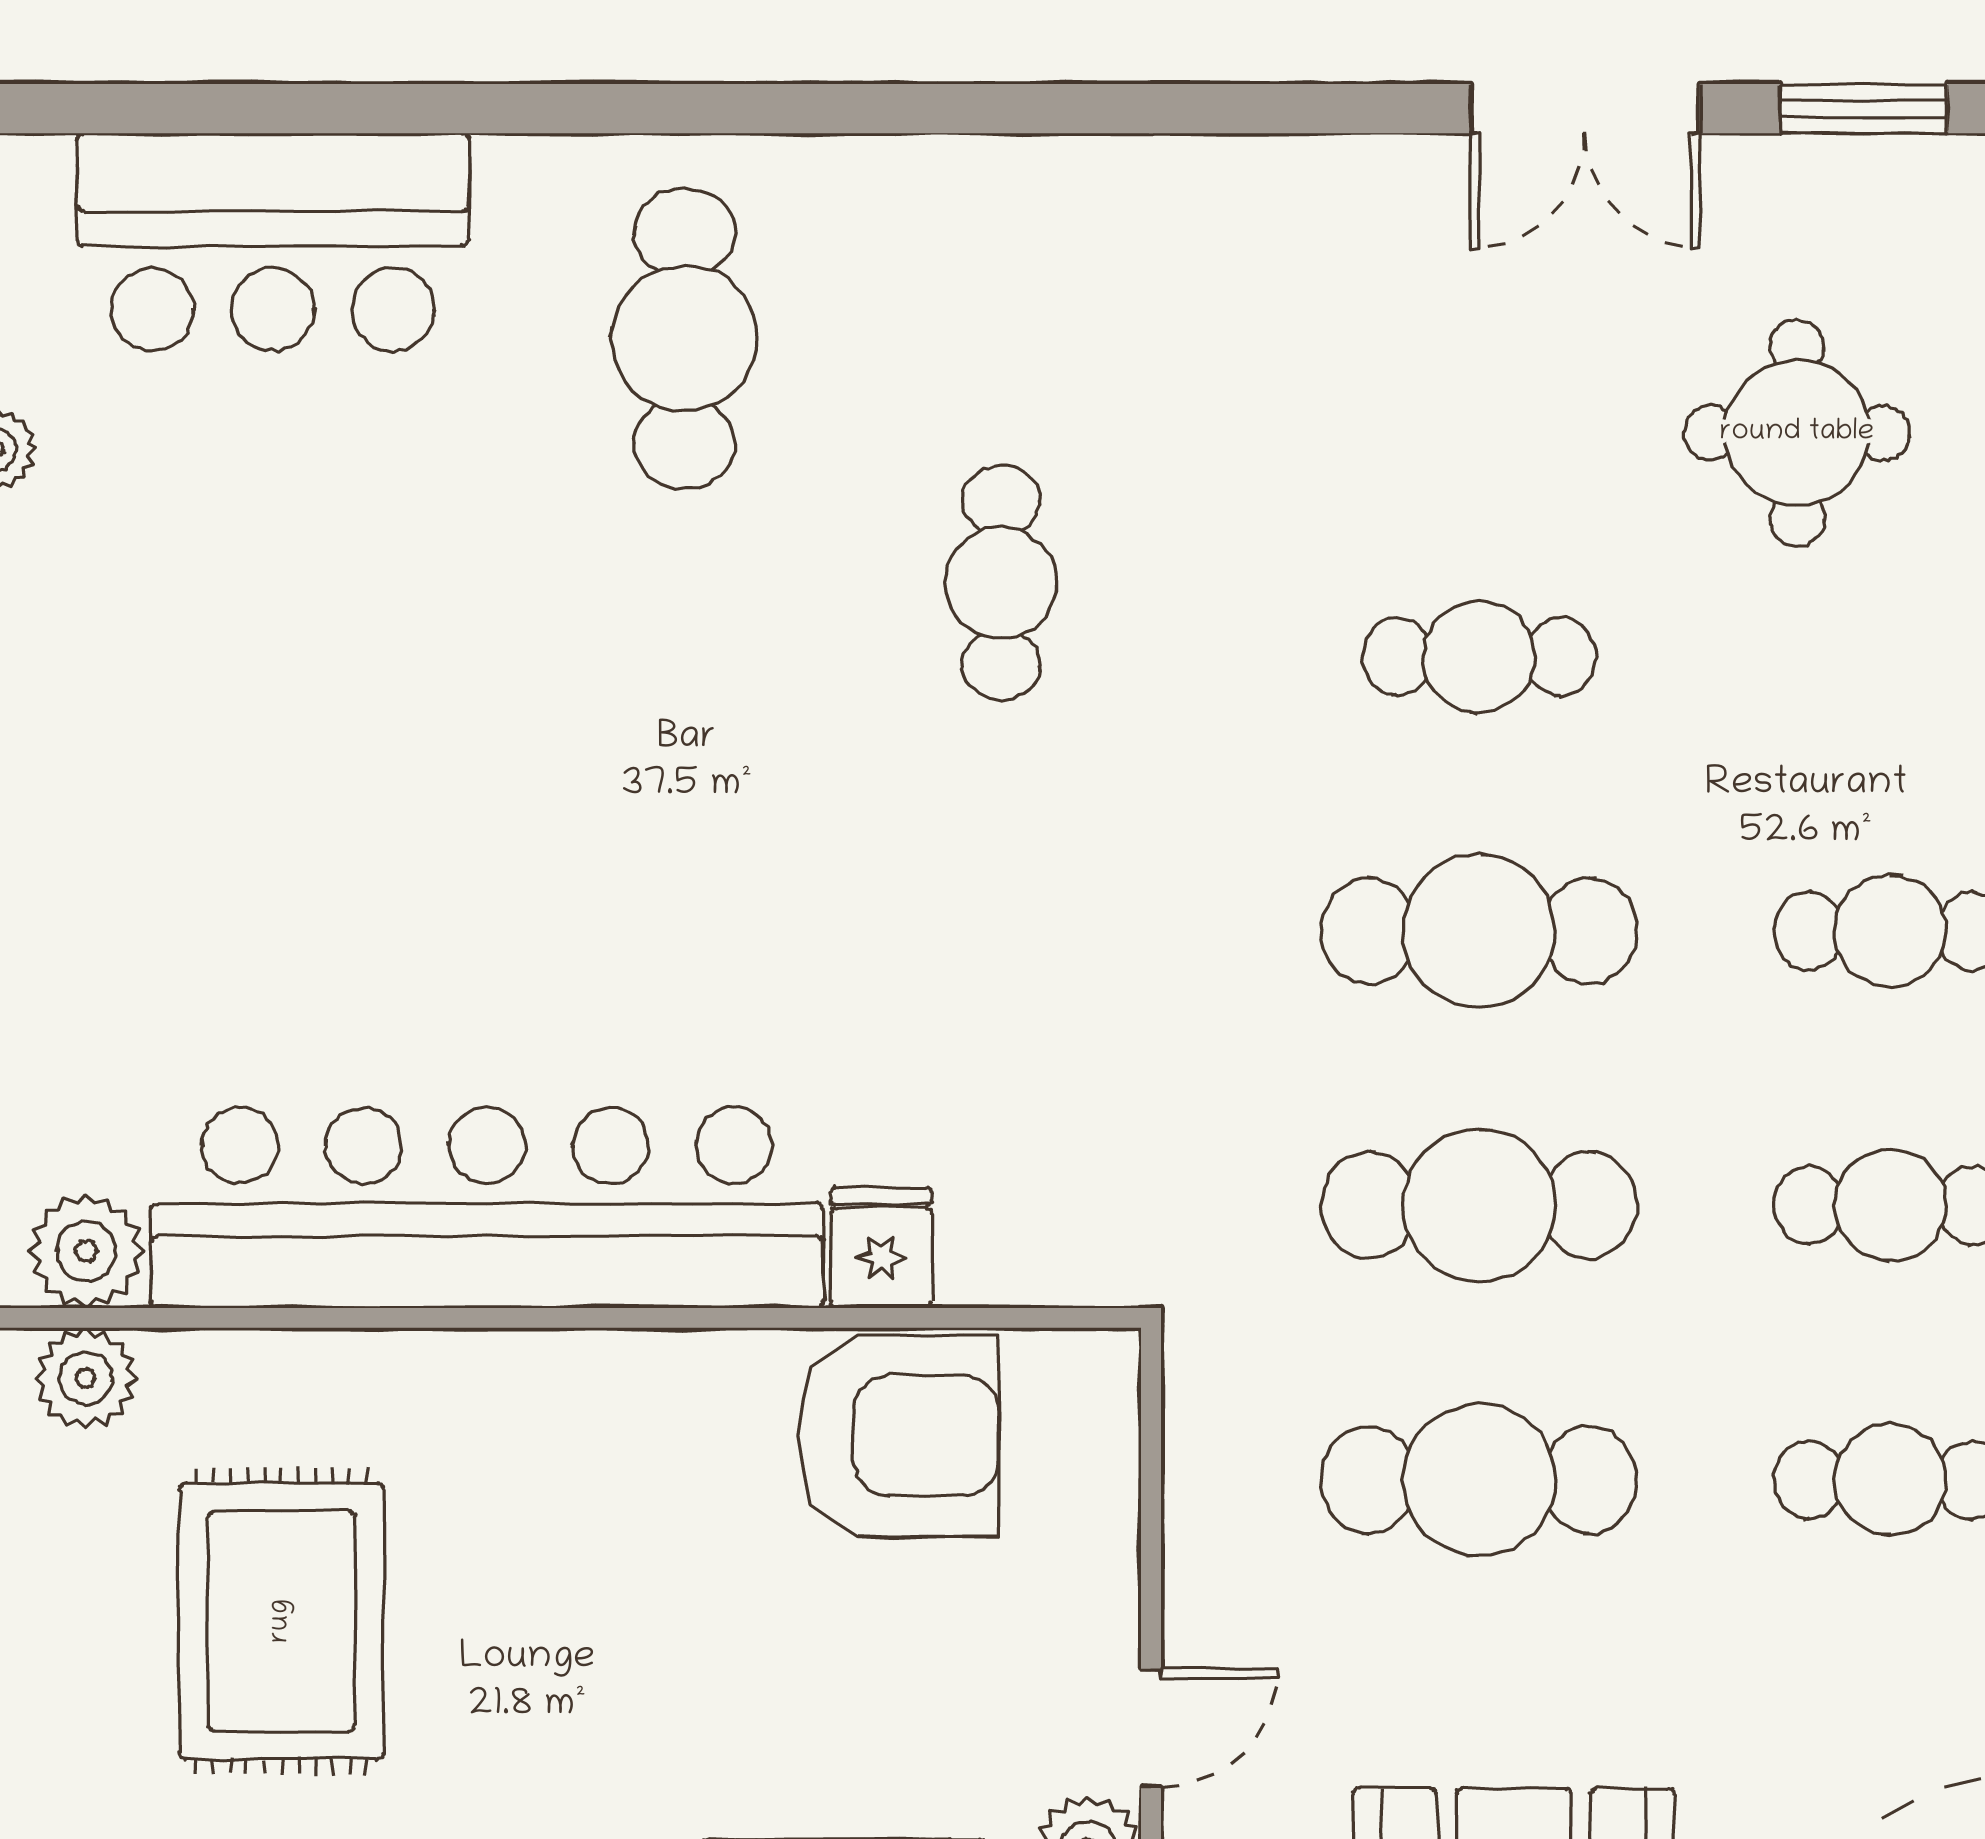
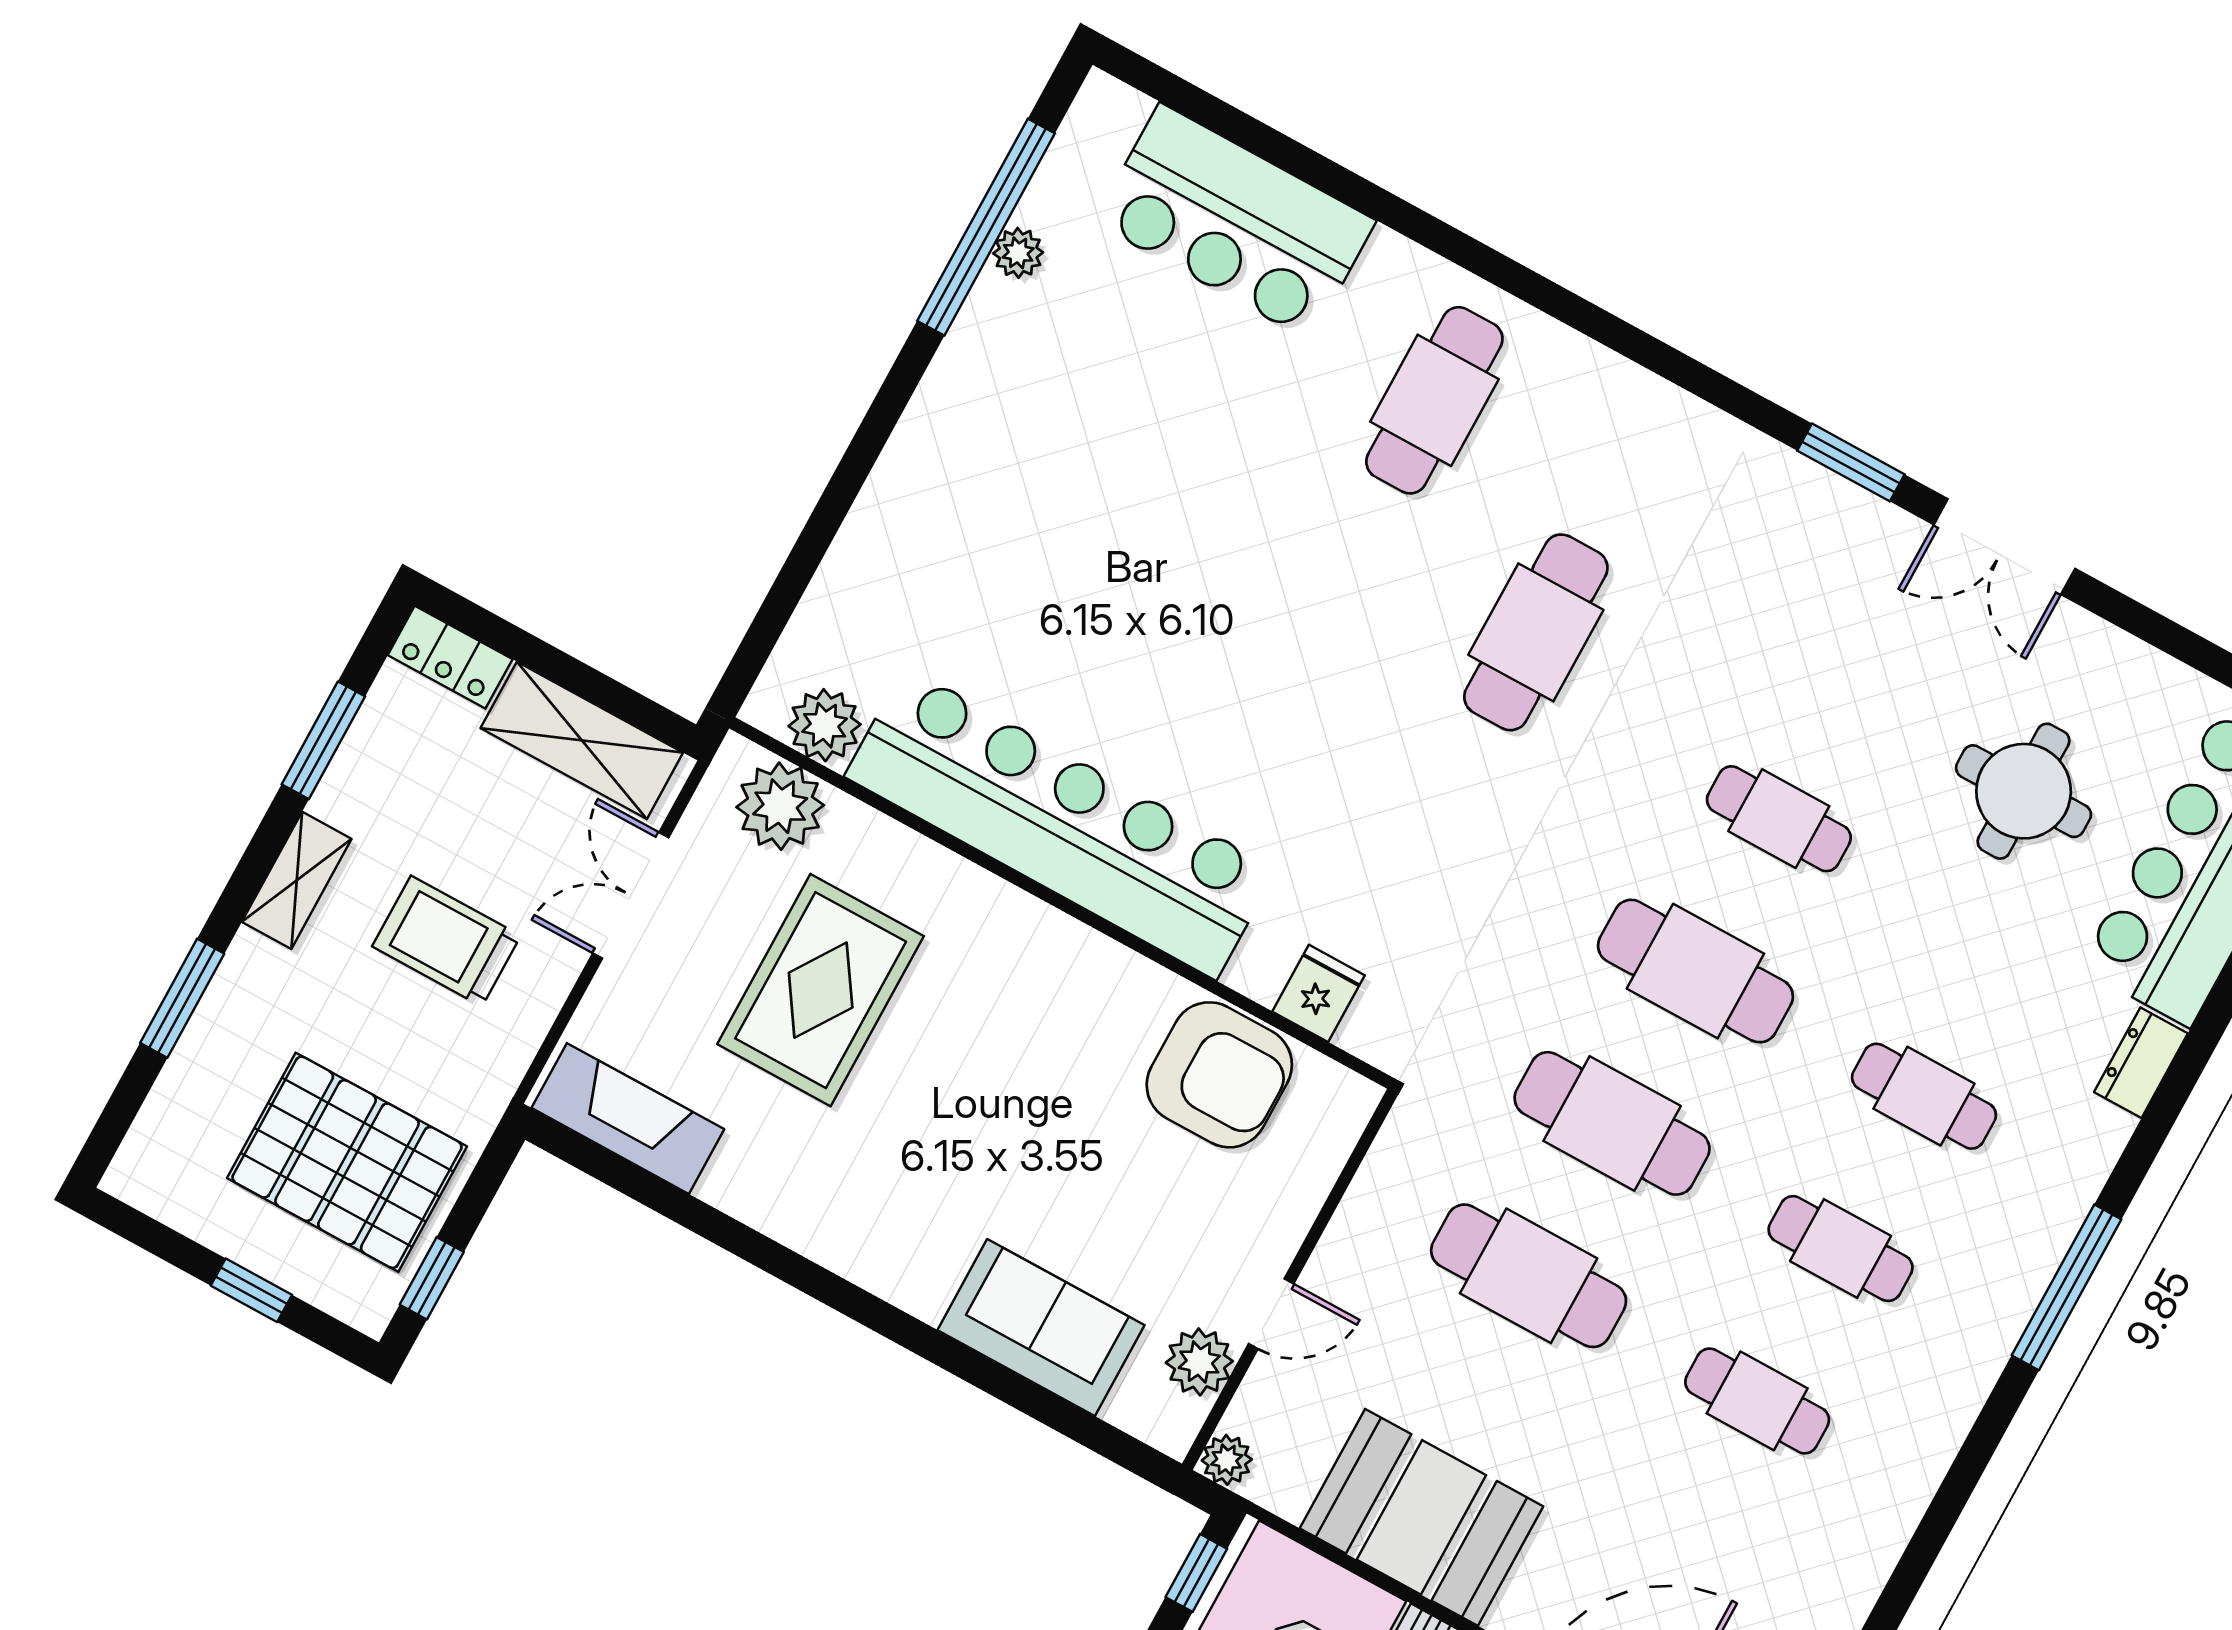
window: (1863, 109) -> (1851, 462), moved
cafe table: (1001, 583) -> (1536, 632), width x1.37, depth x1.35
fridge: (881, 1248) -> (1319, 993), moved
plant: (86, 1378) -> (780, 806), width x1.36, depth x1.36

